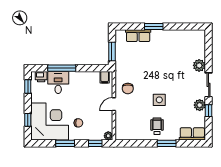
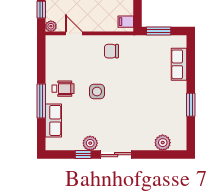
window: (154, 27) -> (191, 105), moved
plant: (199, 65) -> (163, 143), moved
door: (114, 104) -> (74, 33), moved
row of seats: (192, 134) -> (53, 120), moved
window: (167, 143) -> (41, 101), width x1.44

